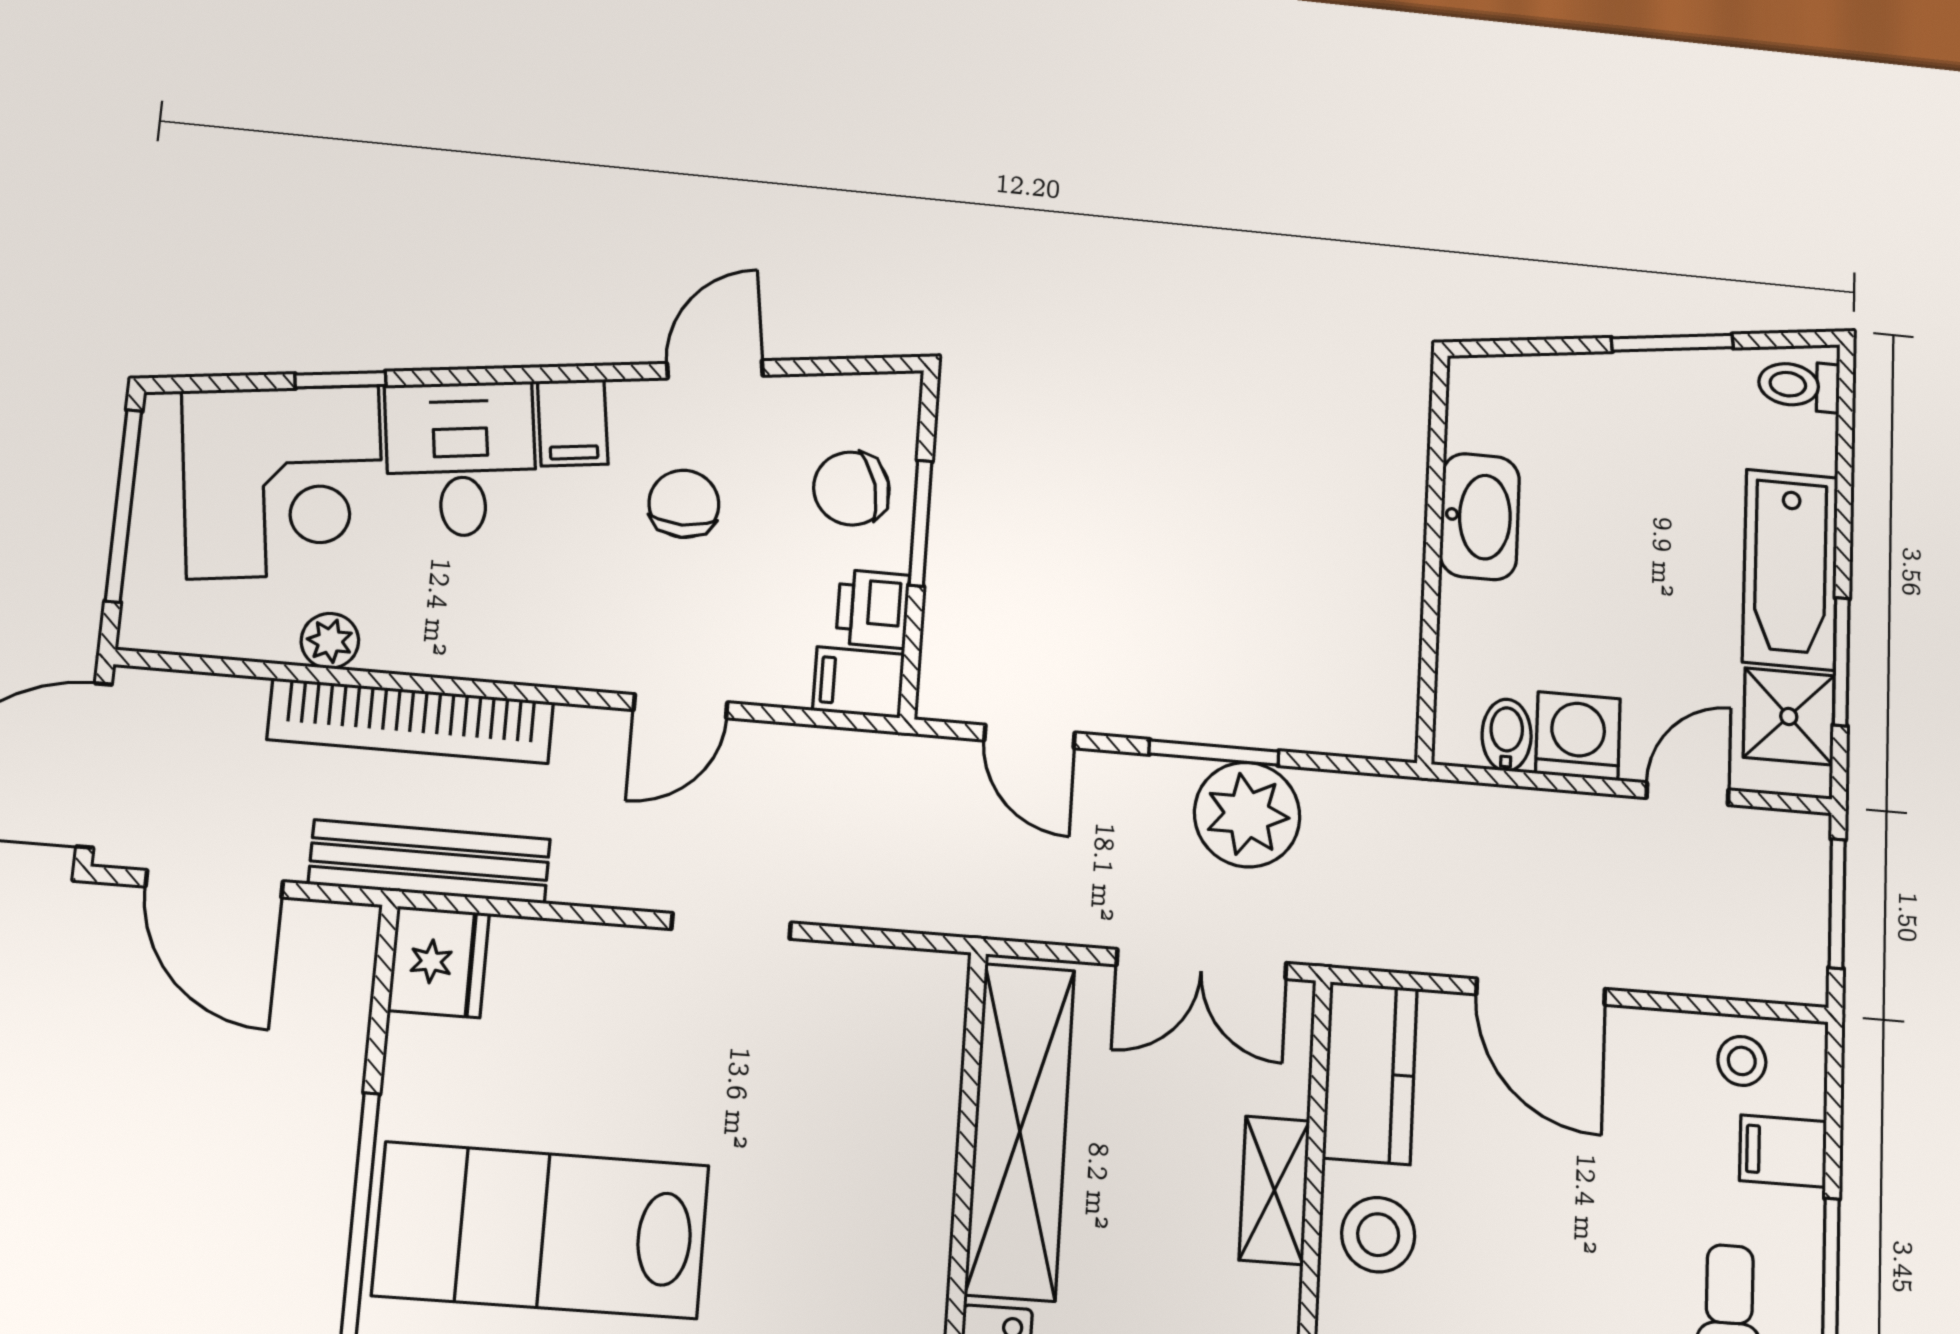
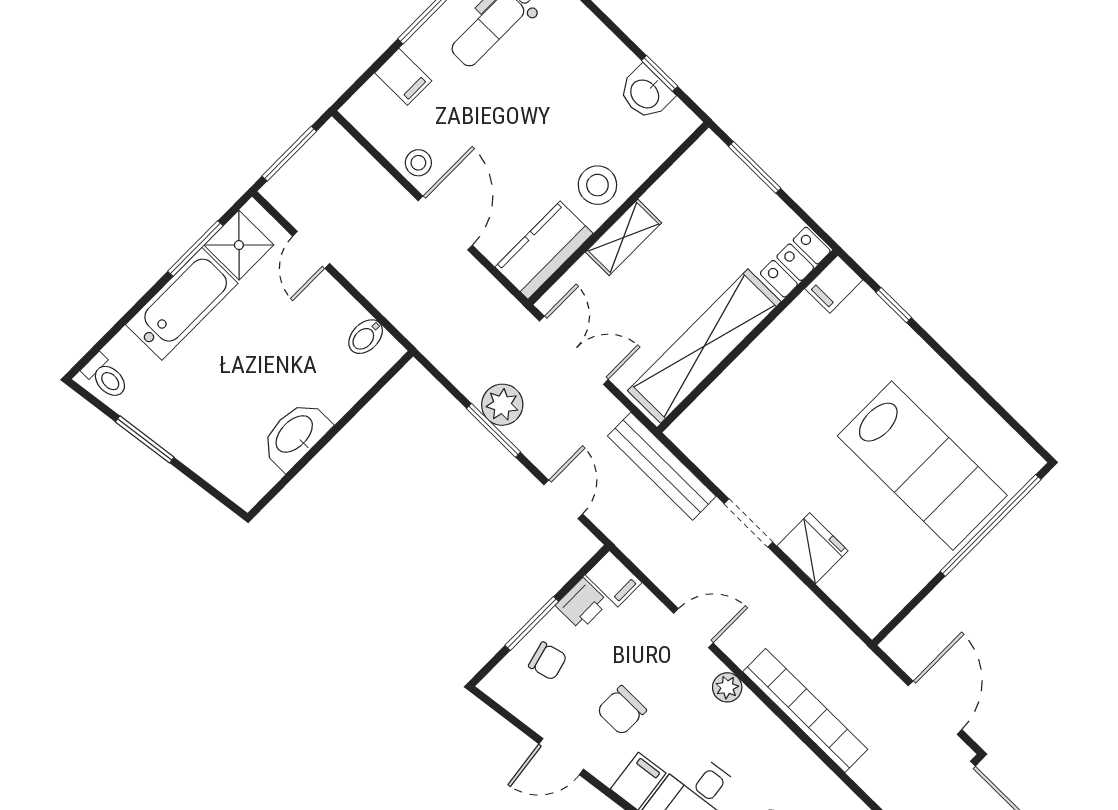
chair: (851, 489) -> (548, 661), width x0.73, depth x0.73
plant: (330, 641) -> (727, 687), moved
washing machine: (1578, 736) -> (336, 311), removed
door: (1688, 794) -> (311, 250), hinge flipped
plant: (1247, 815) -> (502, 405), width x0.73, depth x0.73
bench: (430, 862) -> (662, 466), moved
fridge: (439, 962) -> (813, 548), moved, turned 90
stool: (1742, 1061) -> (418, 163), moved

